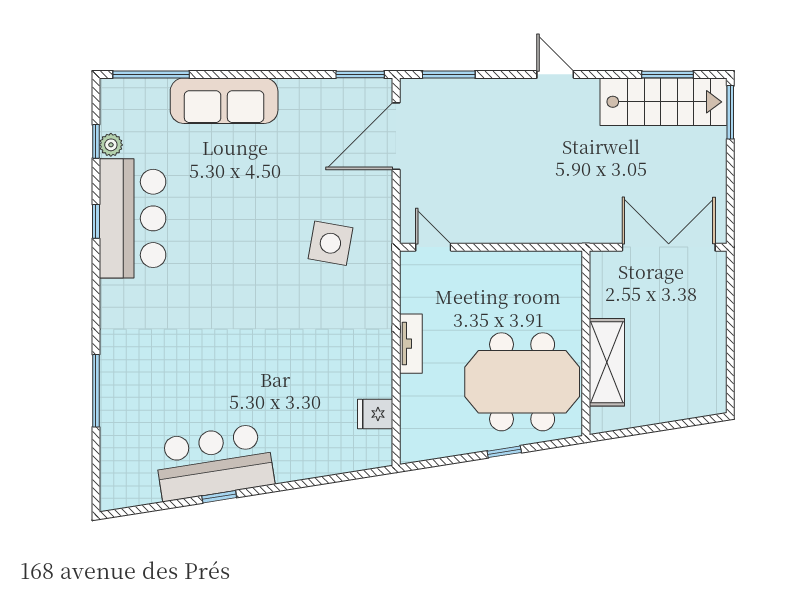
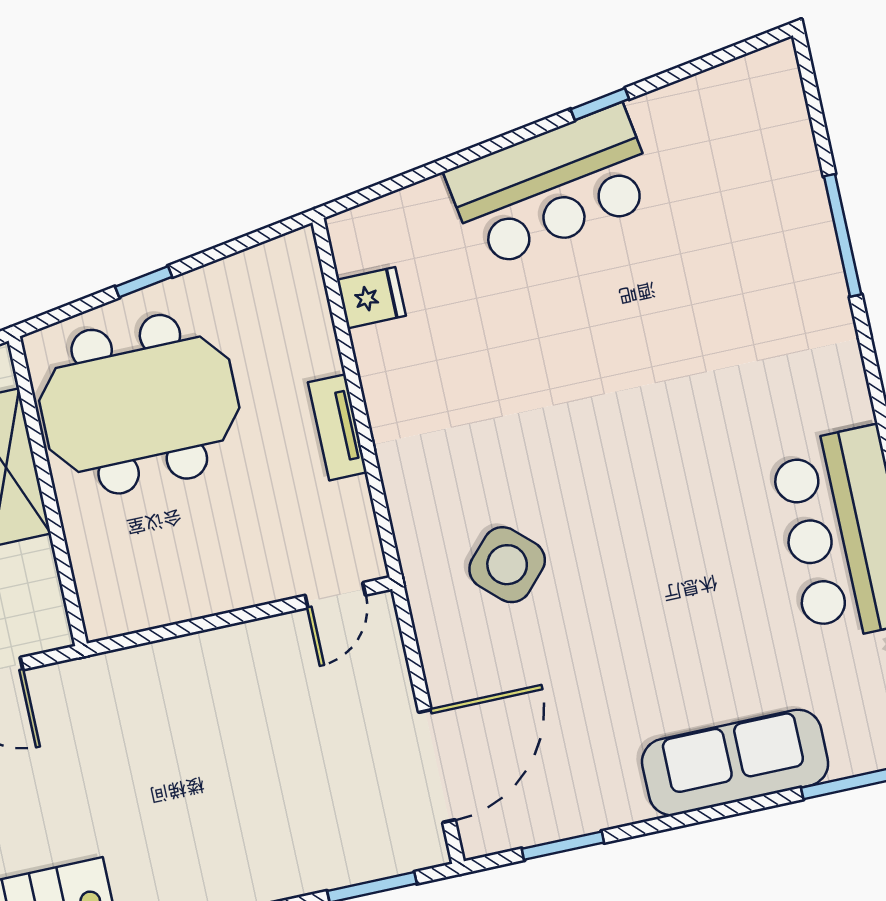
window: (360, 74) -> (563, 846), moved
side table: (330, 243) -> (507, 565), turned 33
door: (433, 247) -> (335, 595), hinge flipped
bar counter: (214, 462) -> (552, 186), moved

